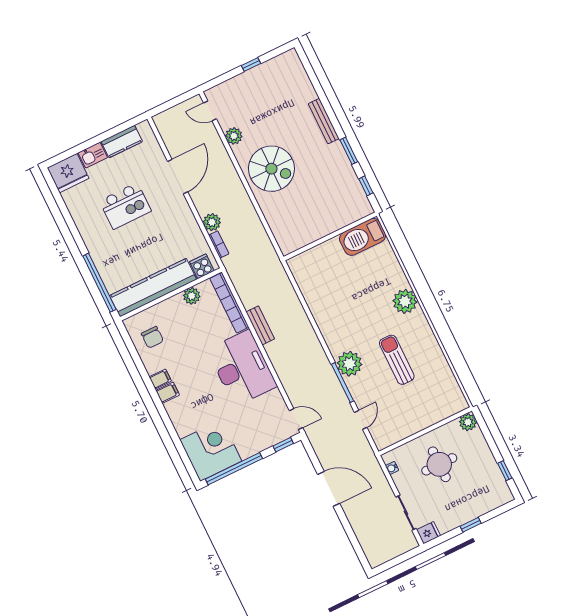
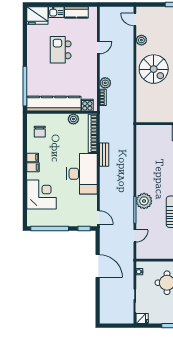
door: (178, 177) -> (98, 48), width x0.53
kitchen island: (125, 206) -> (61, 50), turned 90
corner desk: (211, 450) -> (42, 195), moved

